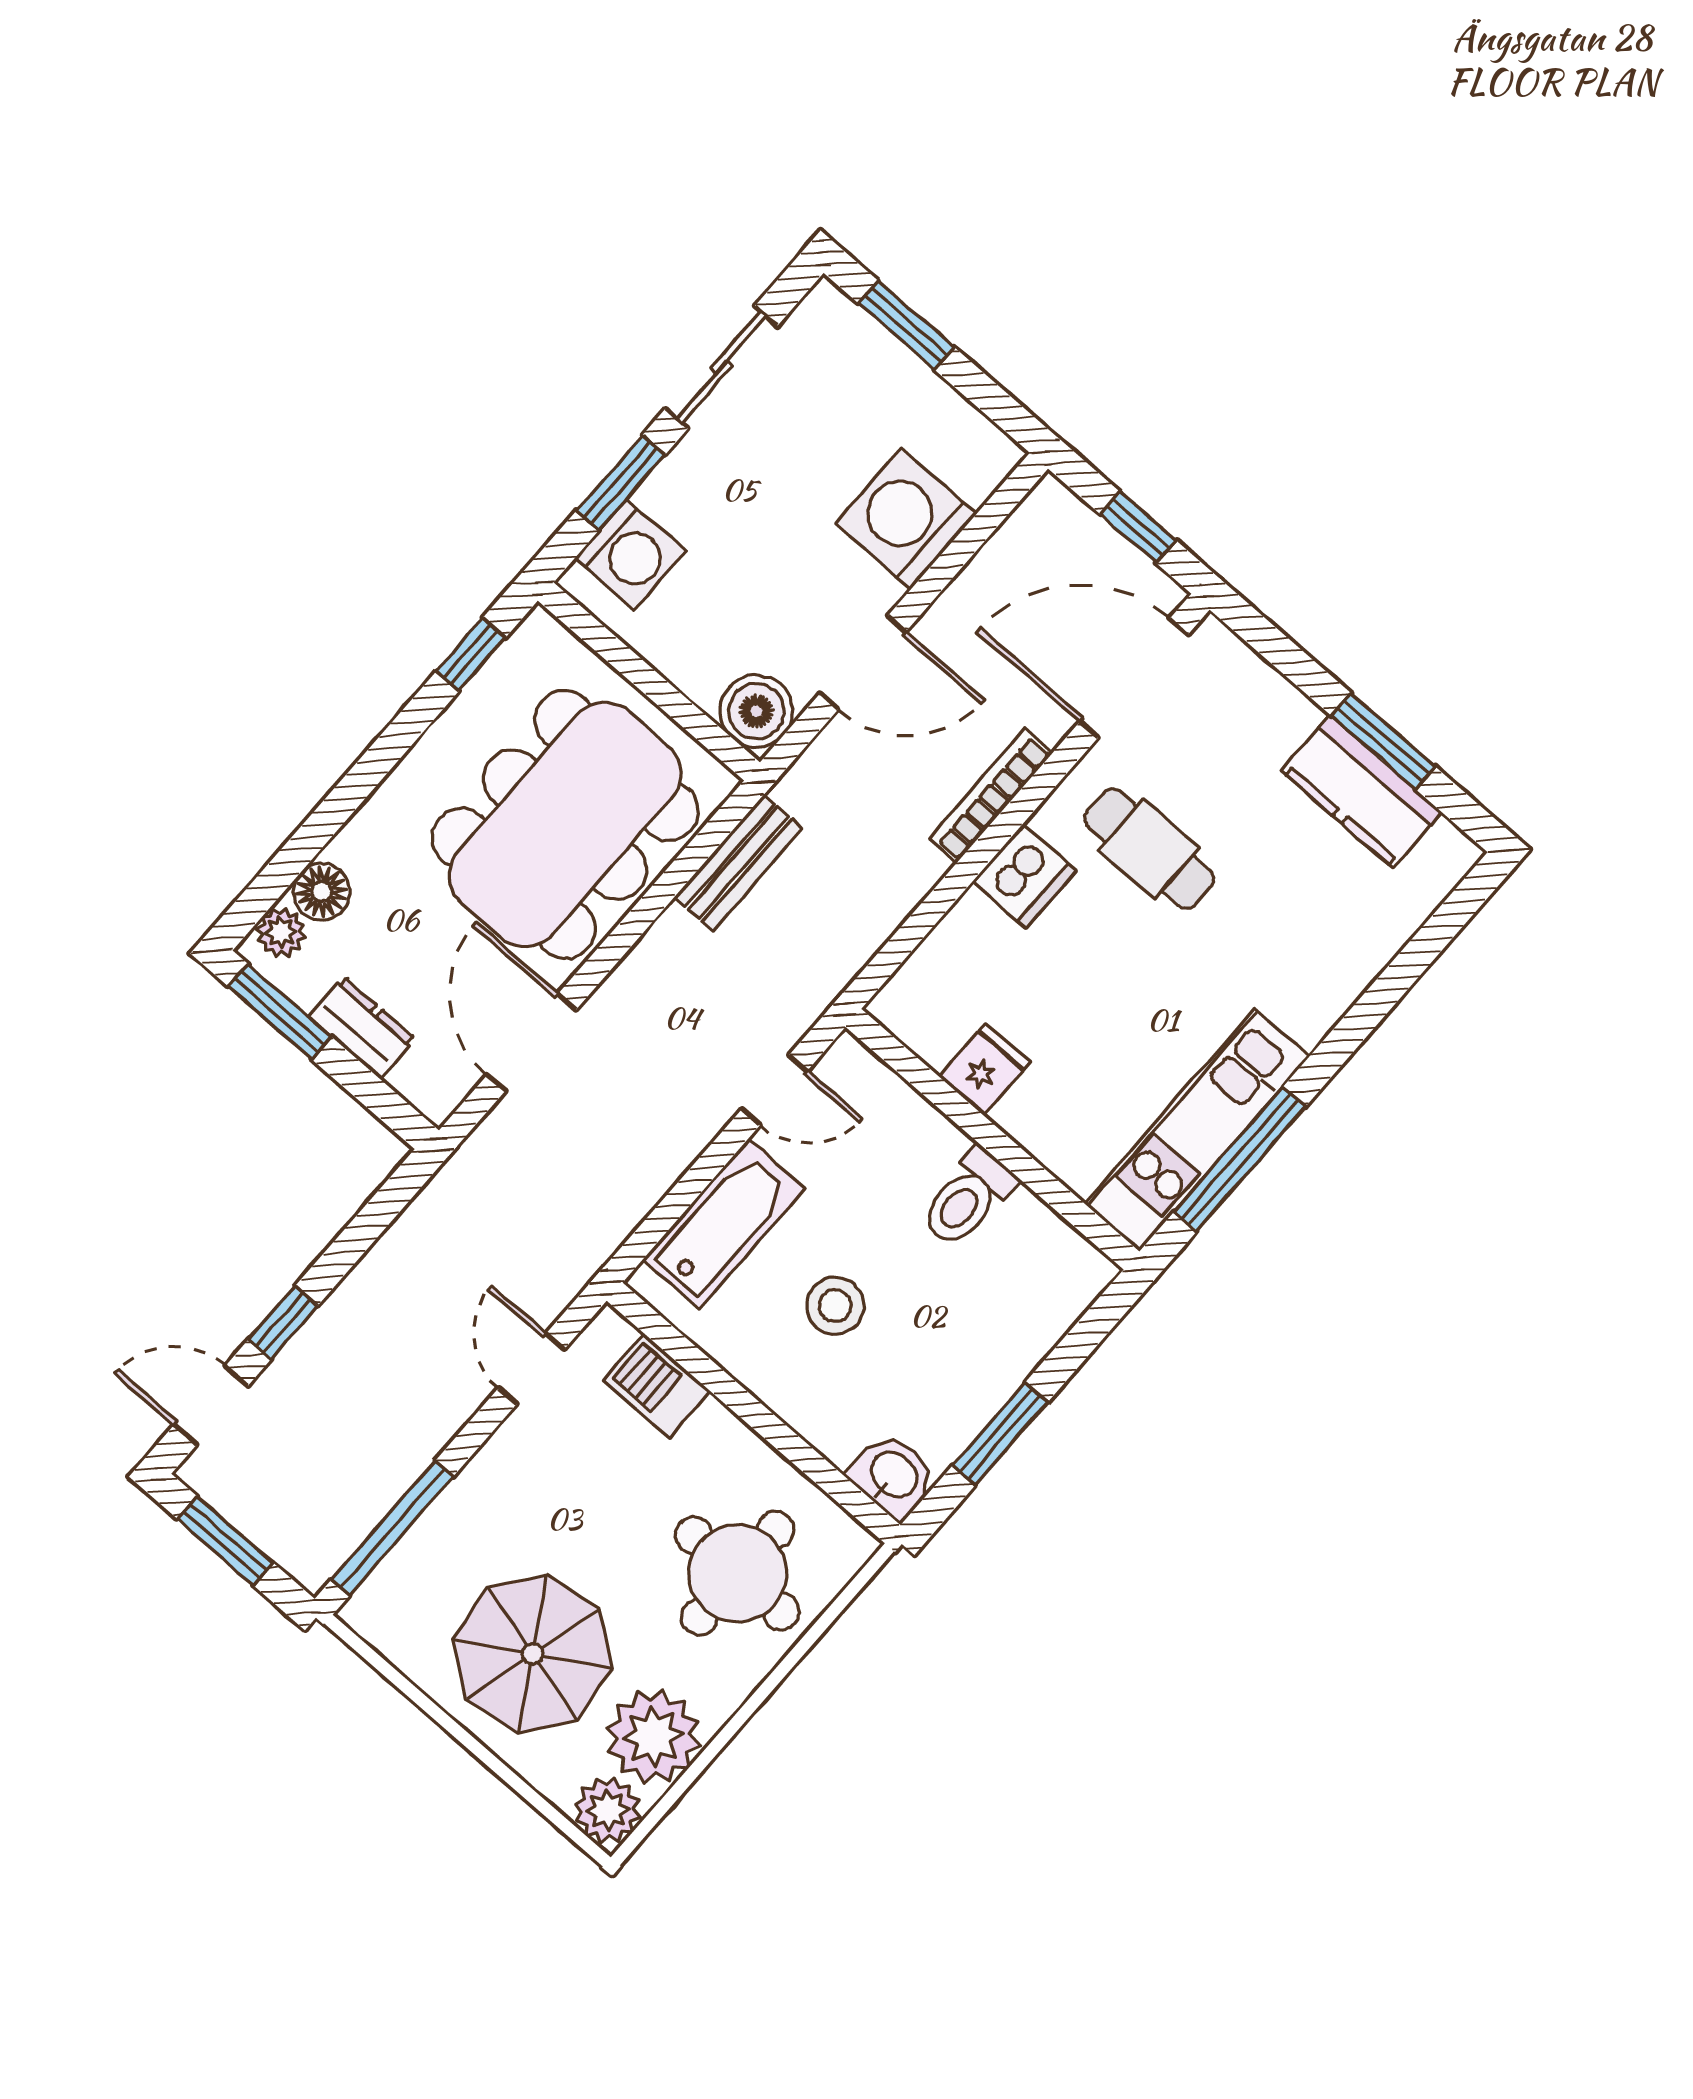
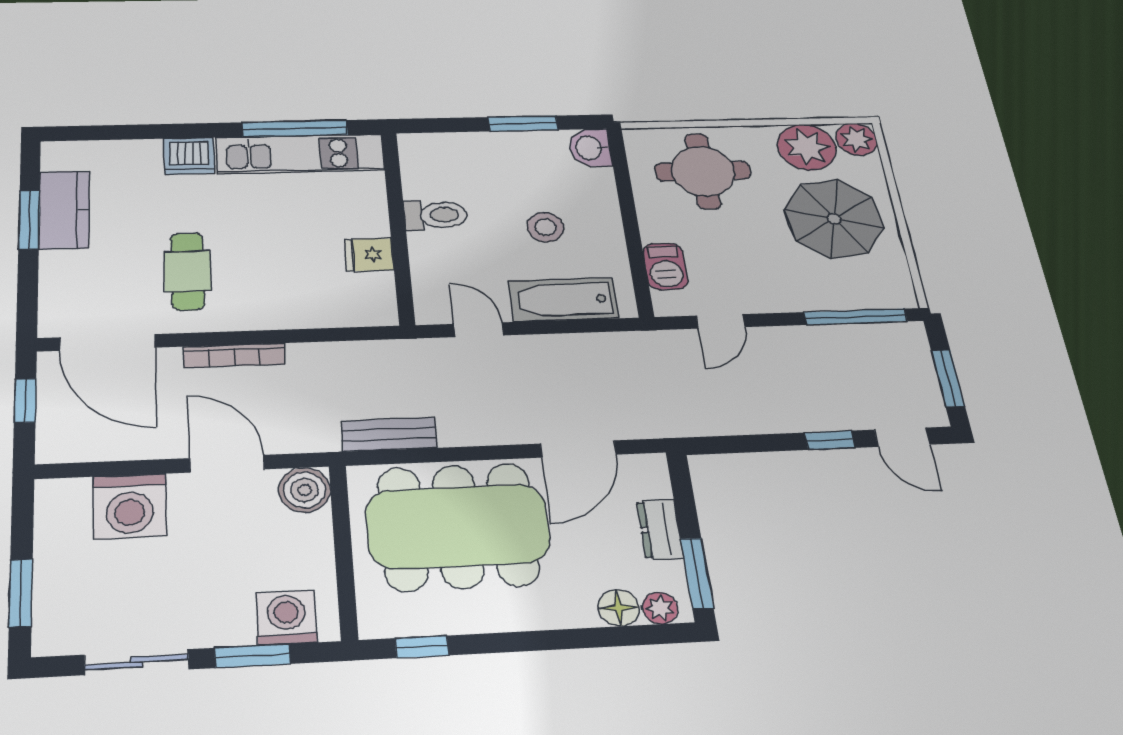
dishwasher: (1025, 876) -> (189, 156), moved, turned 180

